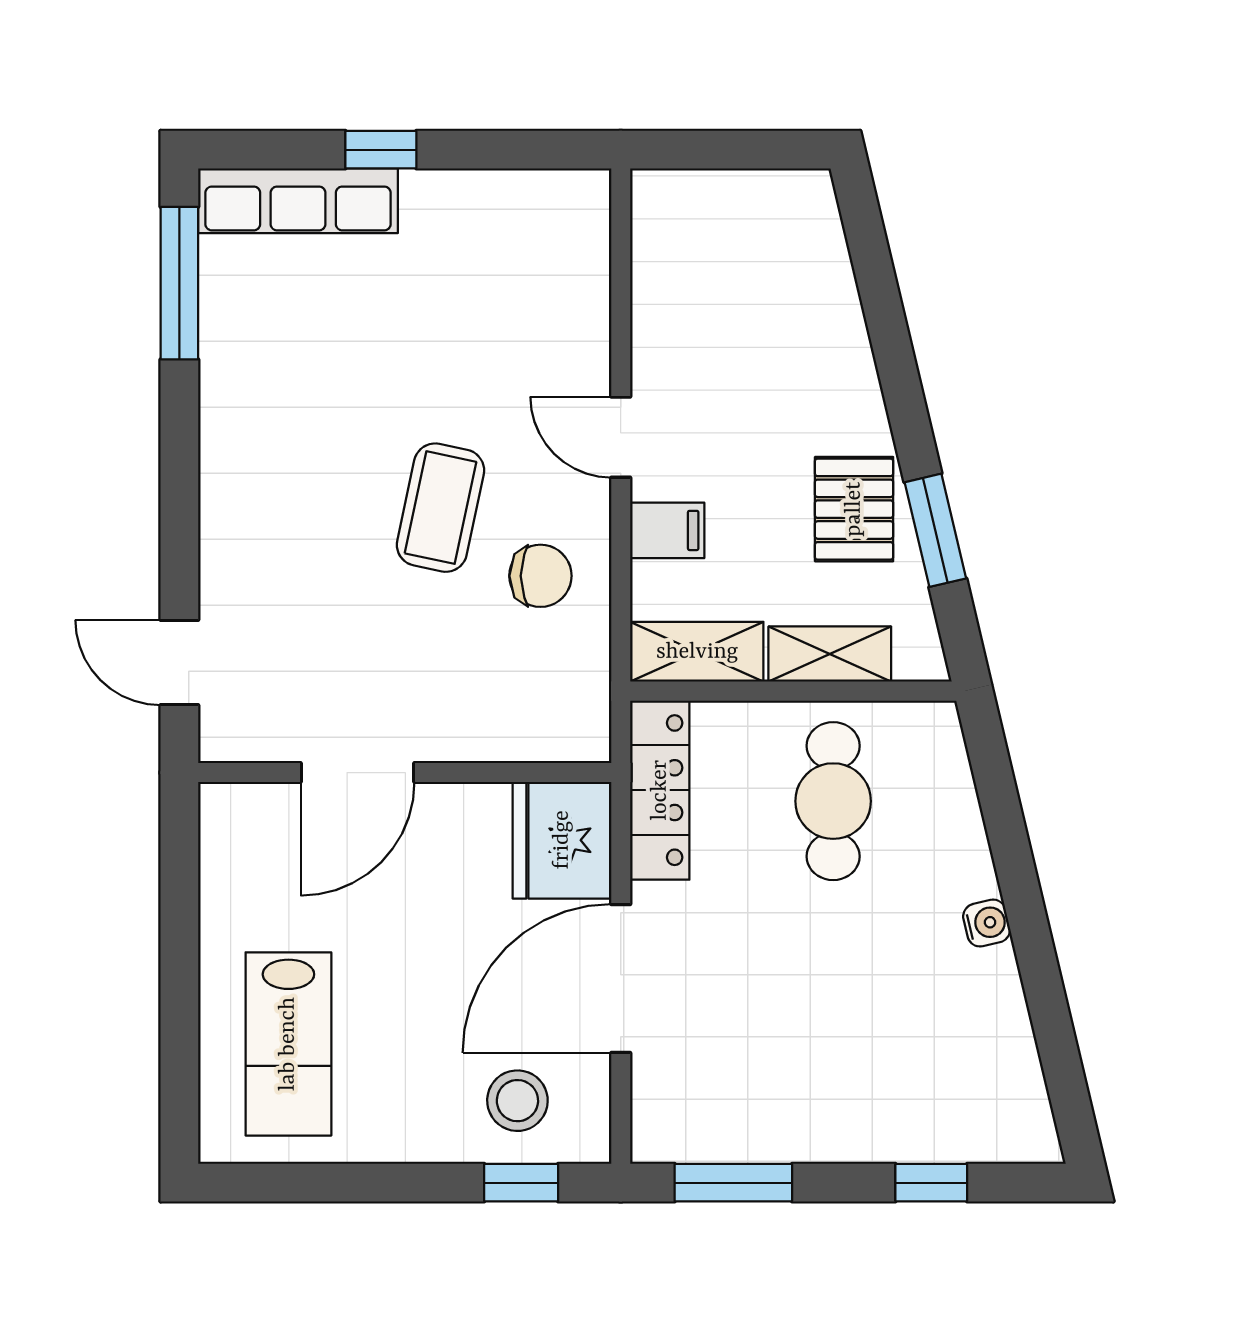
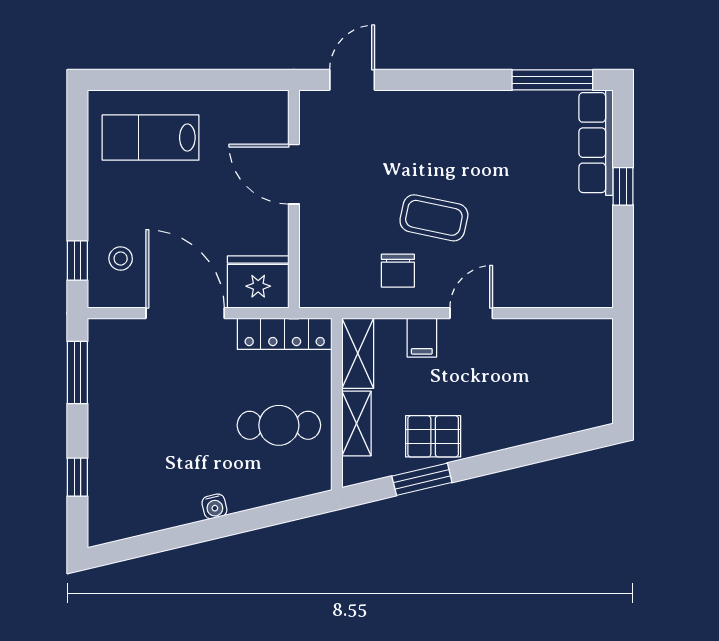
stool: (517, 1101) -> (121, 259), width x0.73, depth x0.73

